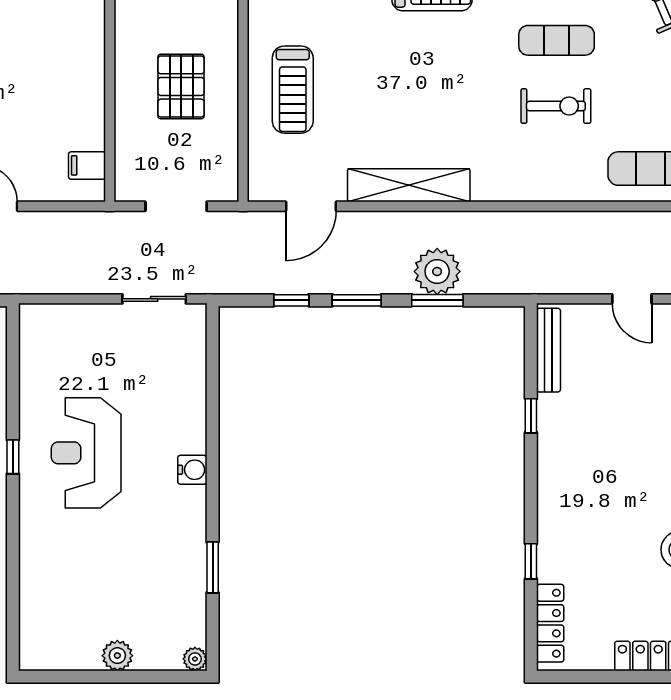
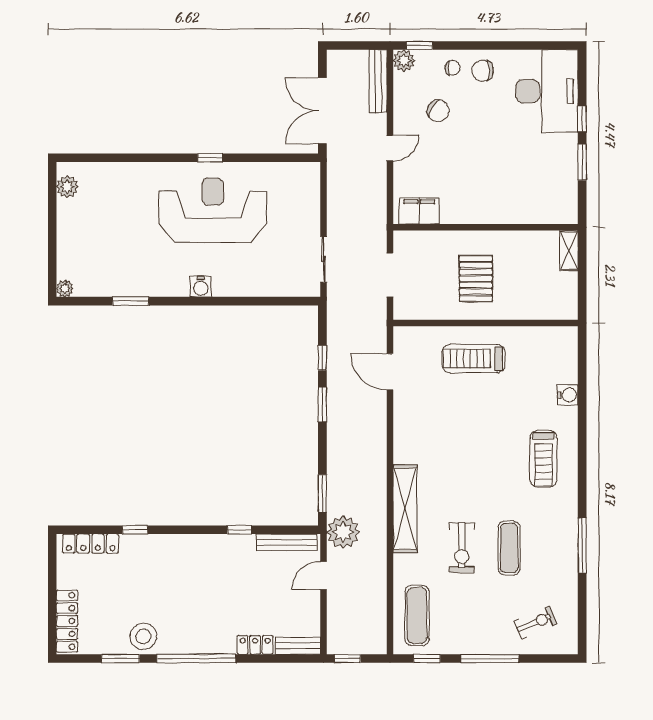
pallet: (181, 86) -> (476, 279), turned 90
filing cabinet: (87, 165) -> (419, 211), width x2.00
shelving: (409, 185) -> (405, 509), moved
plant: (437, 271) -> (343, 532), moved
door: (632, 299) -> (323, 576), moved
window: (437, 300) -> (322, 493), moved
reception desk: (86, 453) -> (213, 210), width x1.36, depth x1.30
plant: (117, 656) -> (67, 187), moved

